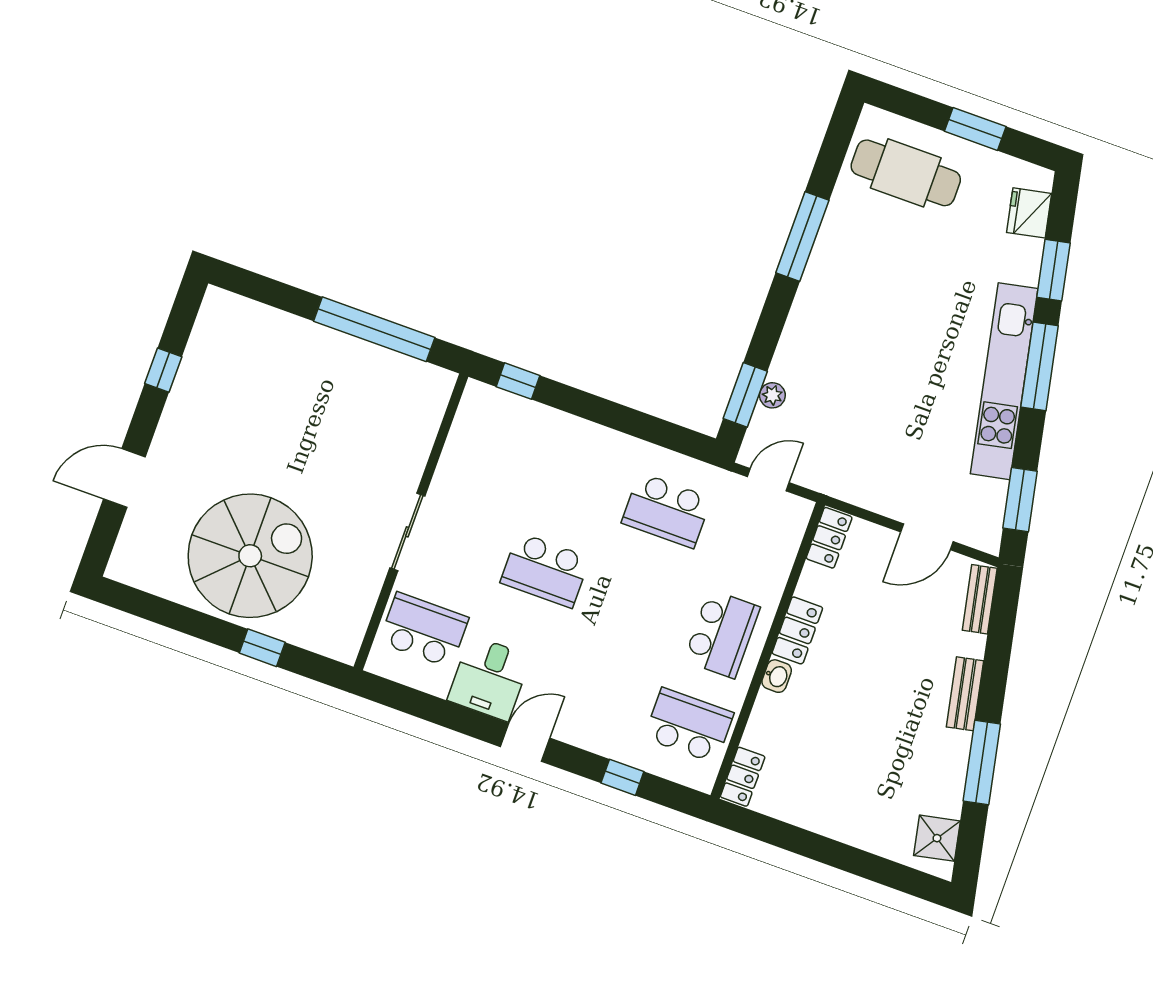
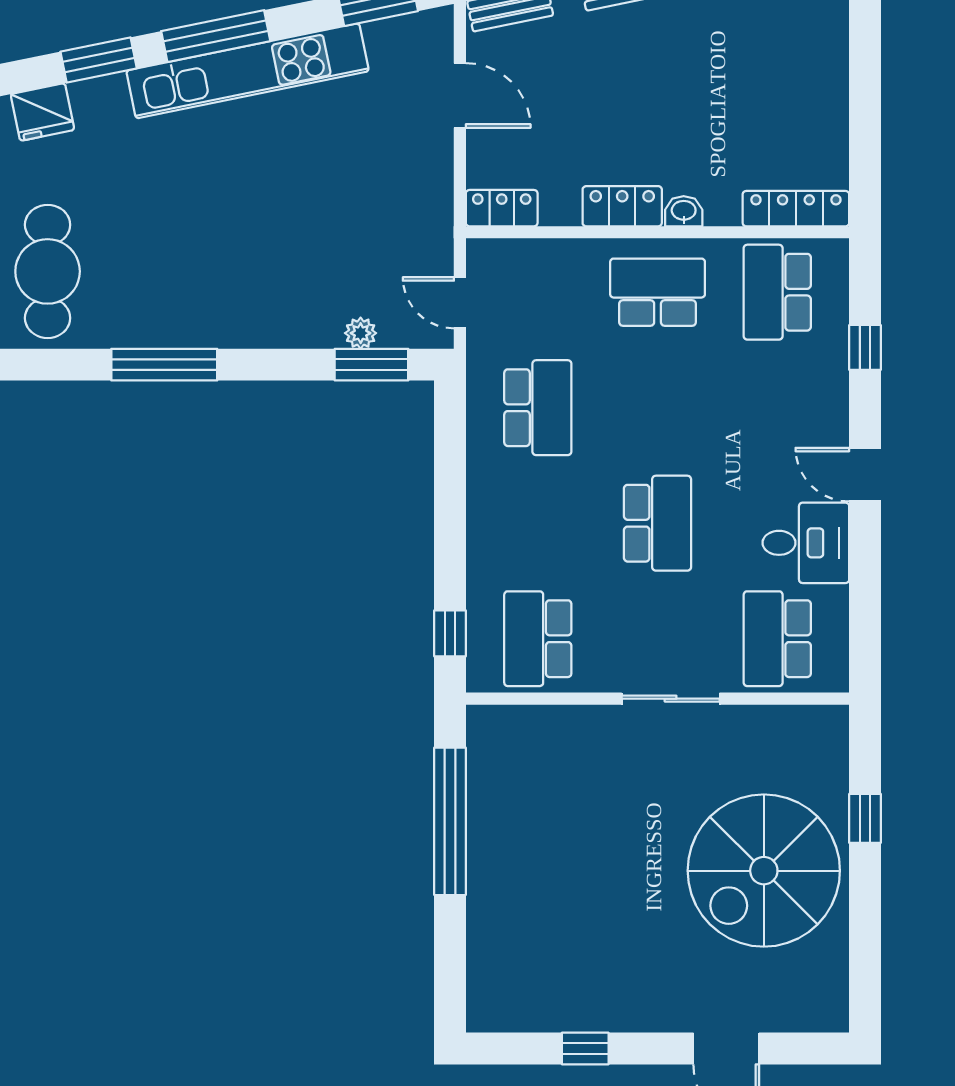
school desk: (490, 447) -> (538, 639), added
spiral stairs: (250, 556) -> (764, 871), turned -90
locker: (743, 777) -> (796, 209), width x1.53

